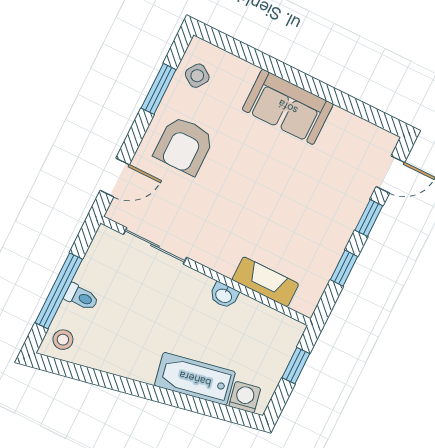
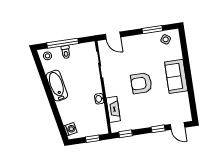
armchair: (184, 145) -> (141, 83), moved
window: (344, 268) -> (126, 134), moved
bathtub: (195, 379) -> (57, 86), moved

